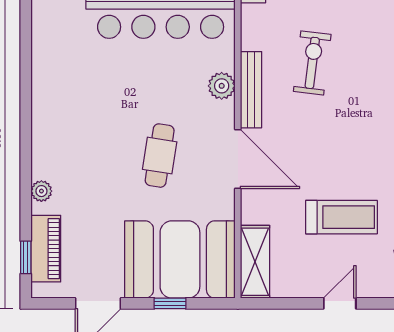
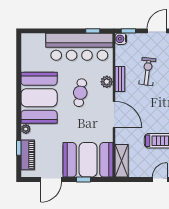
bench: (251, 90) -> (120, 79), width x0.73
booth: (71, 121) -> (39, 98), added
cafe table: (160, 156) -> (80, 93), moved
window: (26, 257) -> (19, 148), moved

